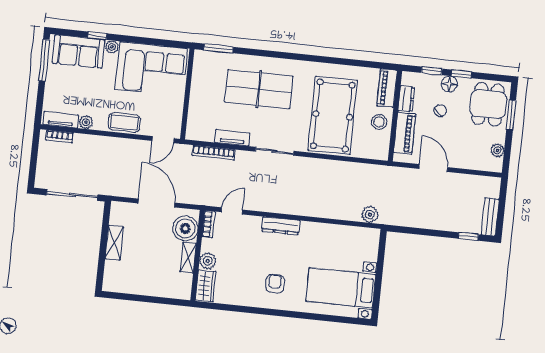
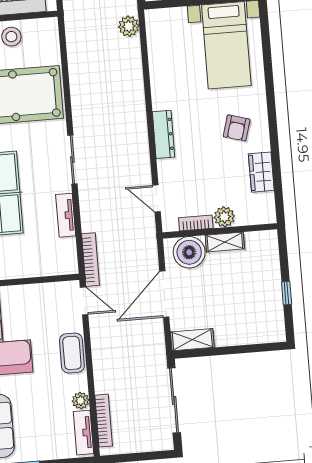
bookcase: (60, 136) -> (104, 421), width x1.56
bookcase: (214, 153) -> (90, 260), moved
bookcase: (209, 224) -> (196, 223), moved
shelving: (114, 243) -> (192, 340), moved
armchair: (275, 284) -> (237, 128), turned -74
wardrobe: (206, 286) -> (261, 172), moved, turned -90
window: (139, 298) -> (287, 293), added

